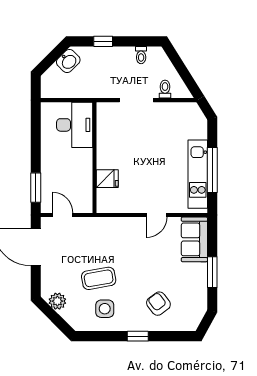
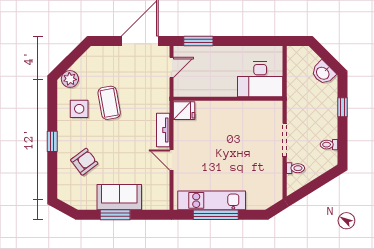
fridge: (107, 179) -> (184, 111), moved, turned -90
tv unit: (126, 224) -> (163, 130), added
sofa: (194, 239) -> (119, 197), moved
plant: (57, 301) -> (70, 79), moved

